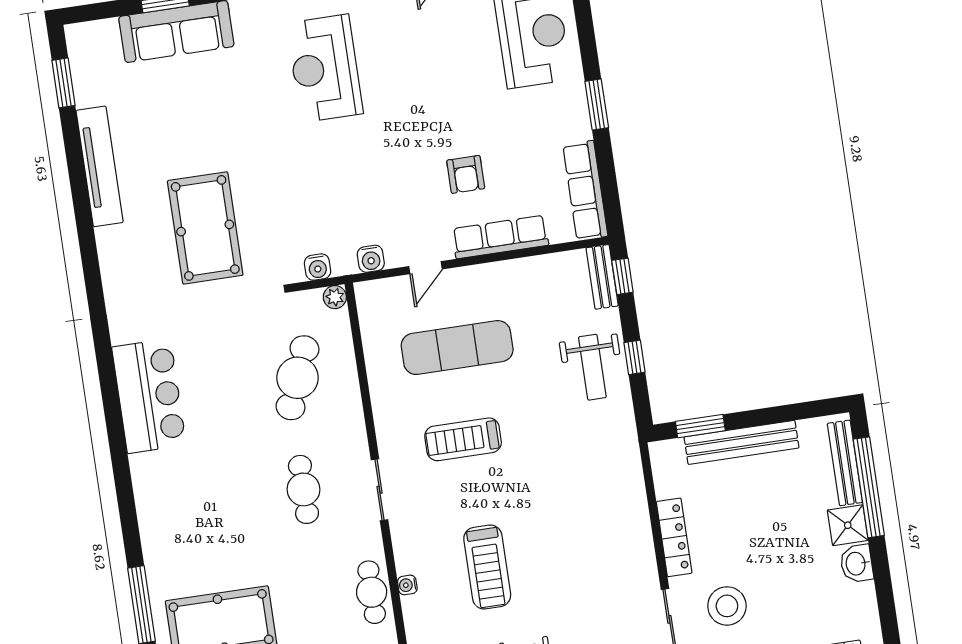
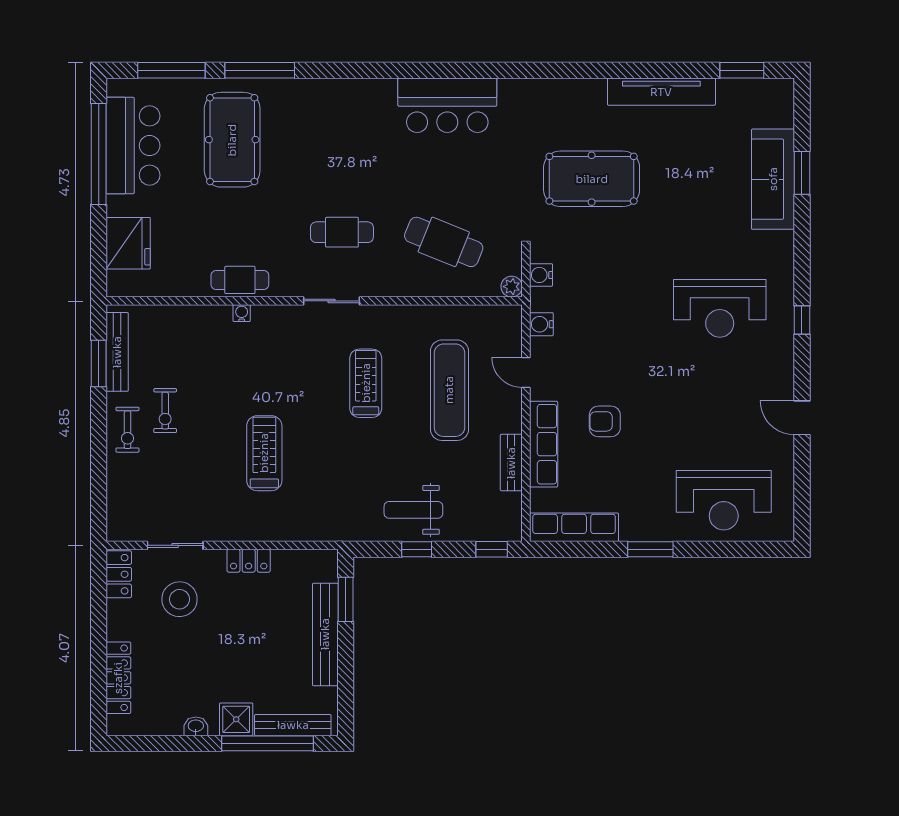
reception desk: (325, 68) -> (720, 308), turned 180
bench: (602, 277) -> (511, 463), moved, turned 90
locker: (674, 537) -> (249, 561), width x0.66
washbasin: (856, 564) -> (196, 726), width x0.72, depth x0.69
treadmill: (487, 567) -> (264, 453), moved, turned 90

